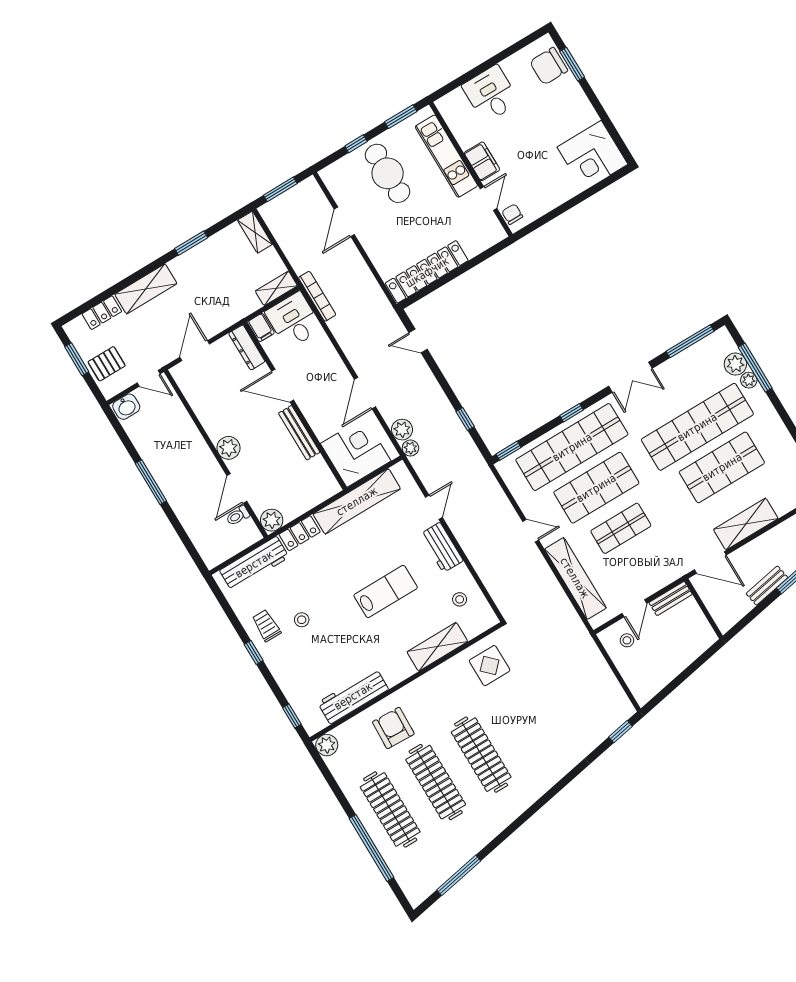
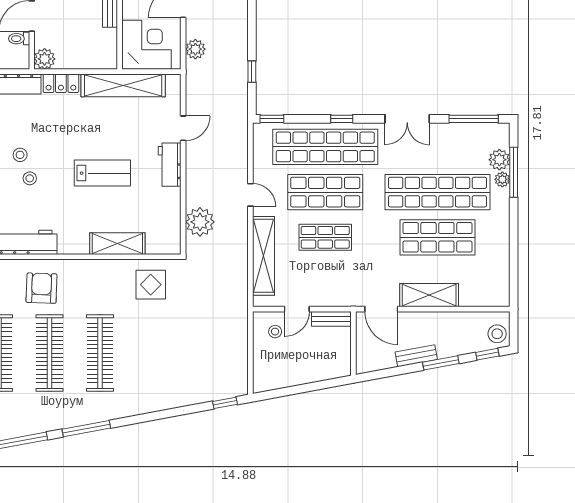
plant: (410, 448) -> (200, 222), moved, width x1.87, depth x1.87
stool: (460, 599) -> (30, 178), moved
window: (510, 830) -> (86, 429), added

